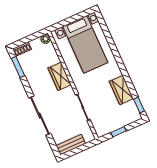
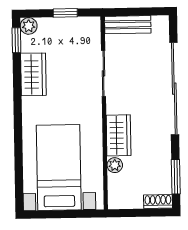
plant: (46, 39) -> (115, 165), moved
sliding door: (40, 116) -> (174, 89), width x1.36
plant: (136, 116) -> (29, 26), added
bench: (71, 145) -> (128, 25), moved

